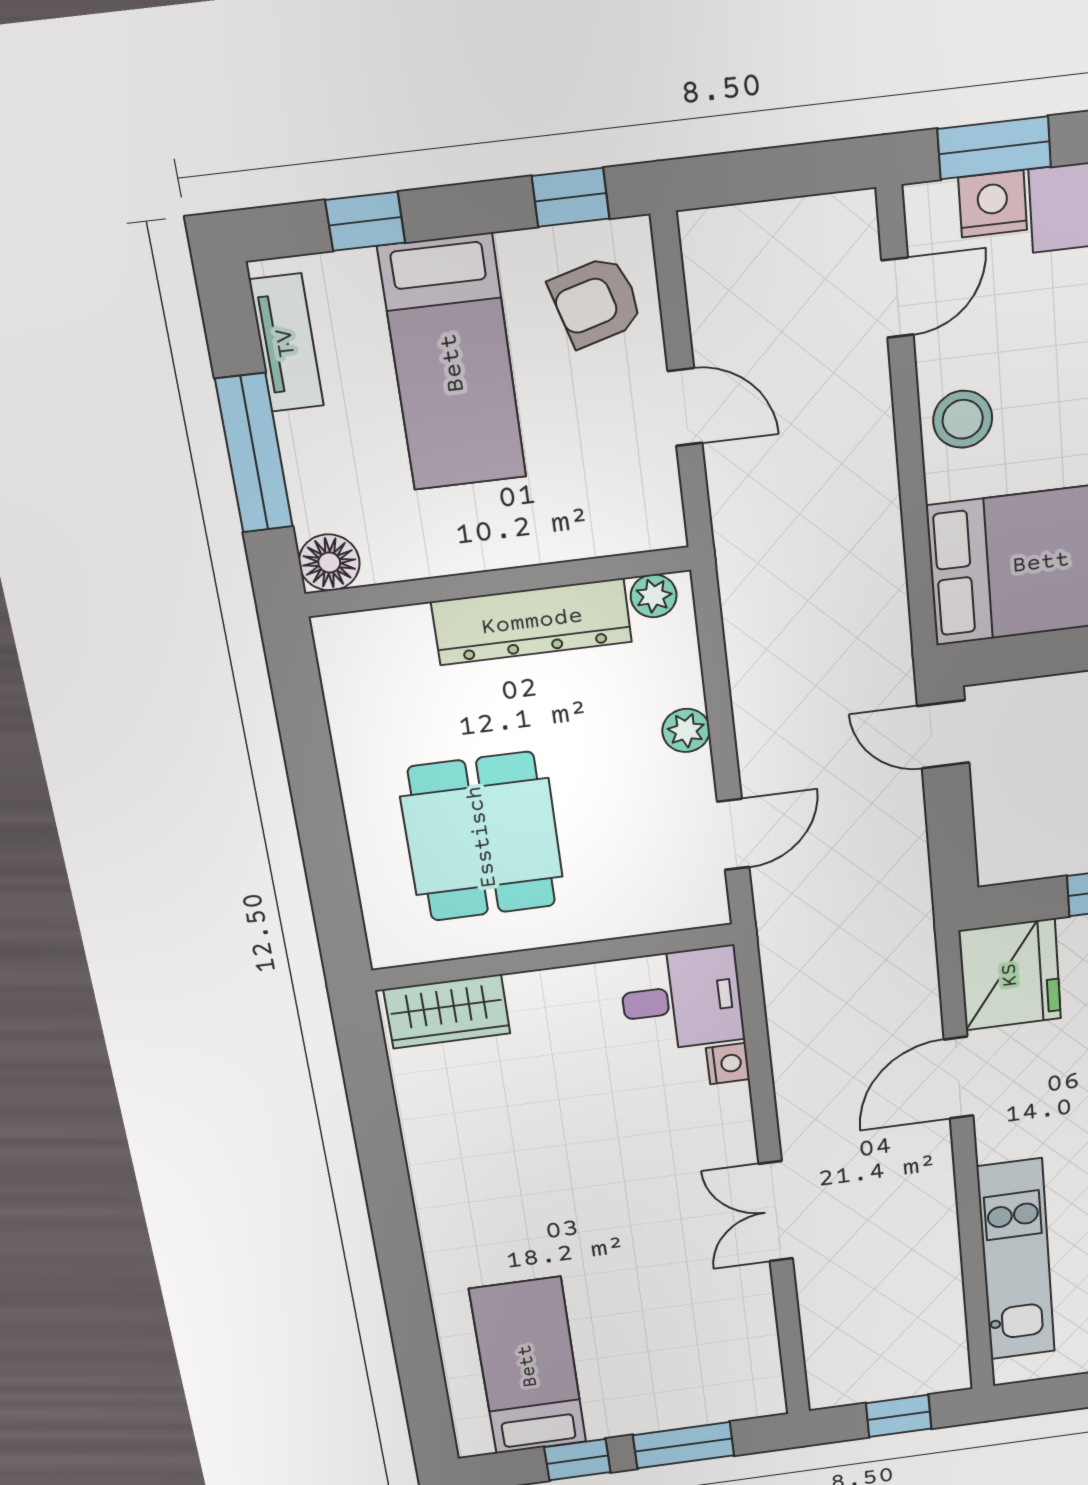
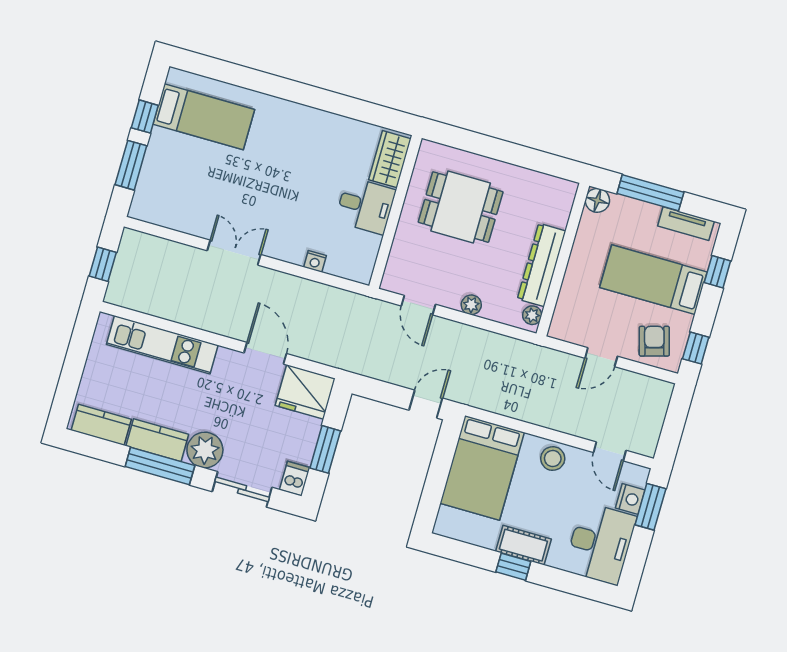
desk: (682, 999) -> (365, 206), moved, turned -90

